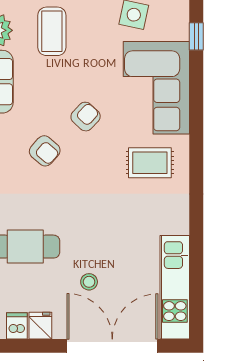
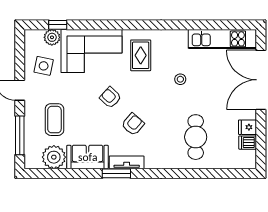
plant: (177, 27) -> (52, 37), added
coffee table: (52, 31) -> (54, 120), turned 90
stool: (89, 282) -> (180, 79), moved

